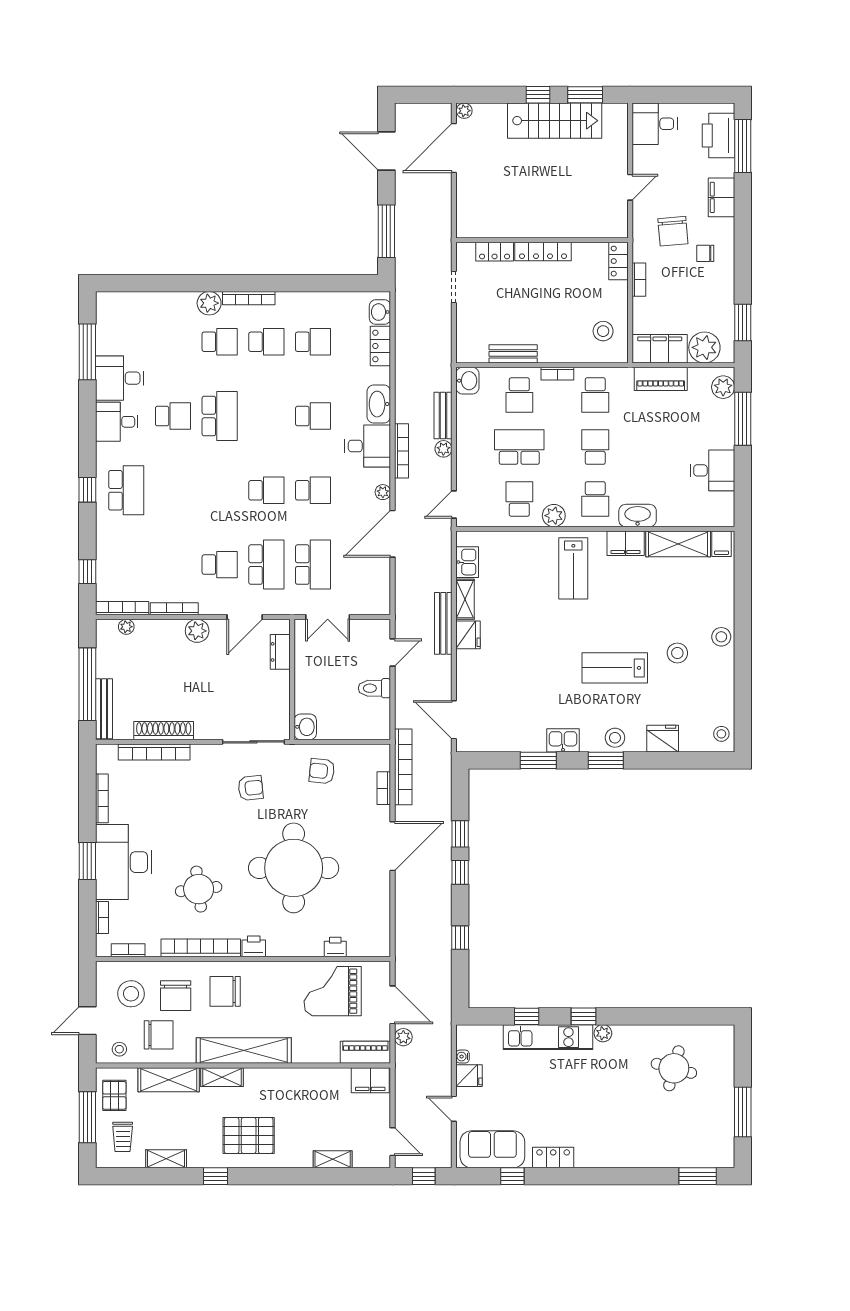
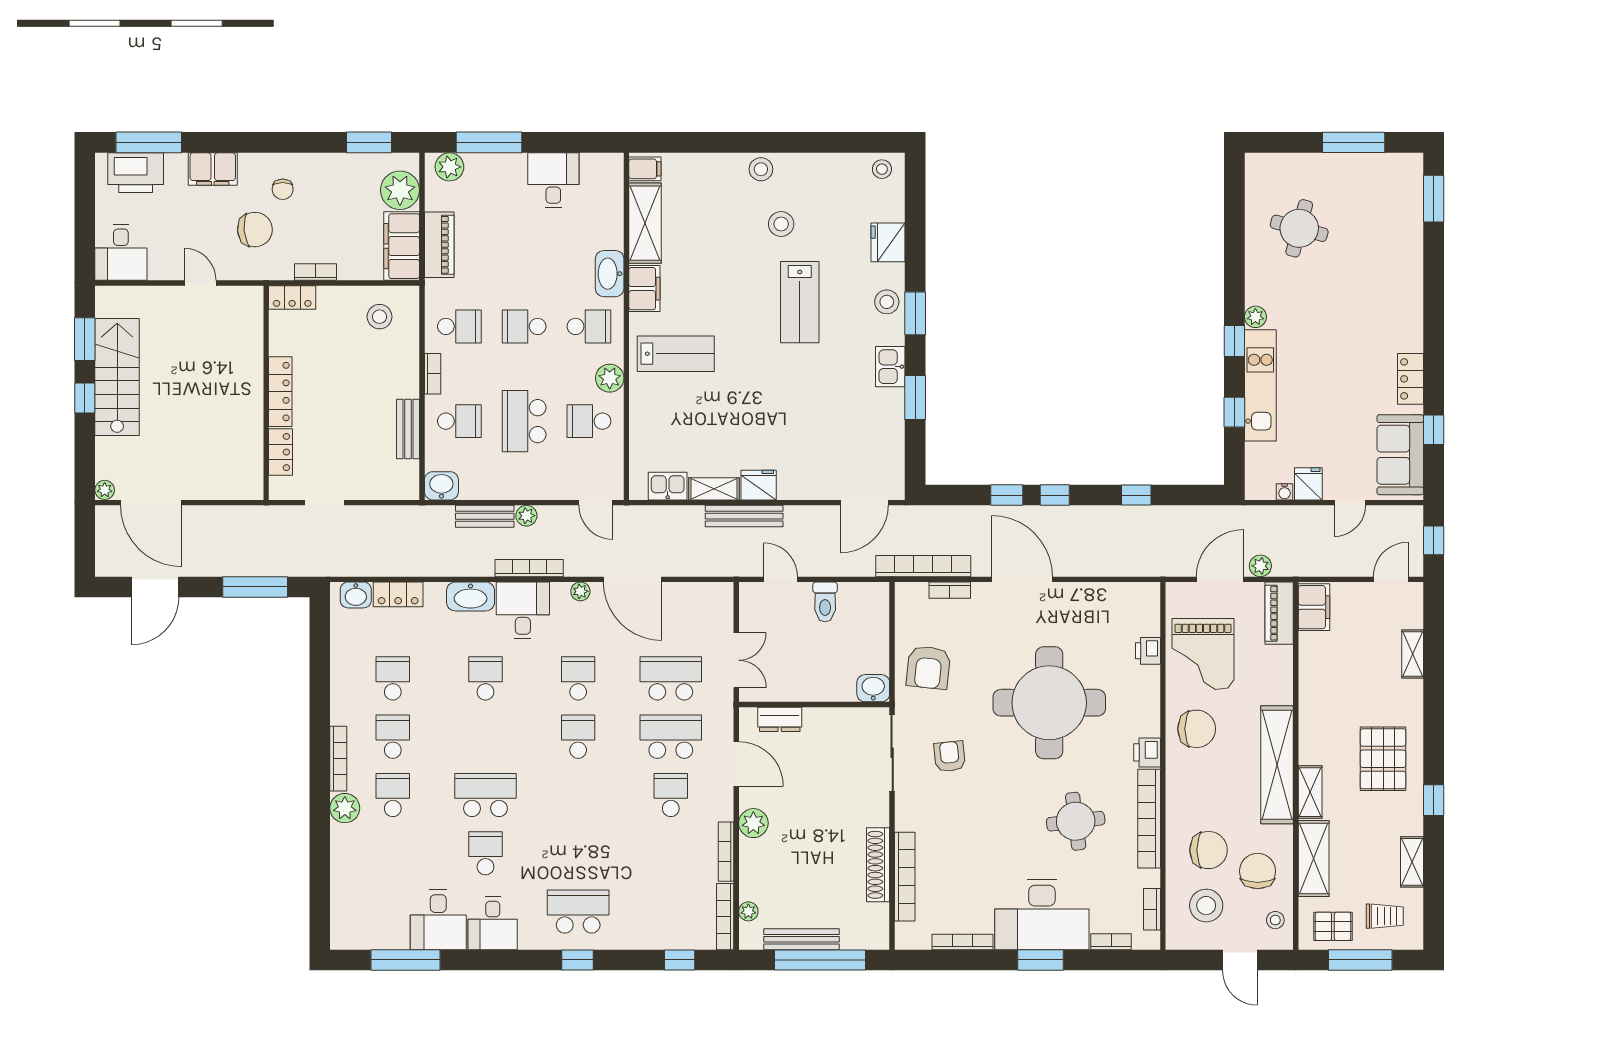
bench: (104, 709) -> (801, 939), moved
armchair: (322, 771) -> (928, 667), width x1.38, depth x1.38
chair: (225, 991) -> (1197, 729), moved, turned -90

